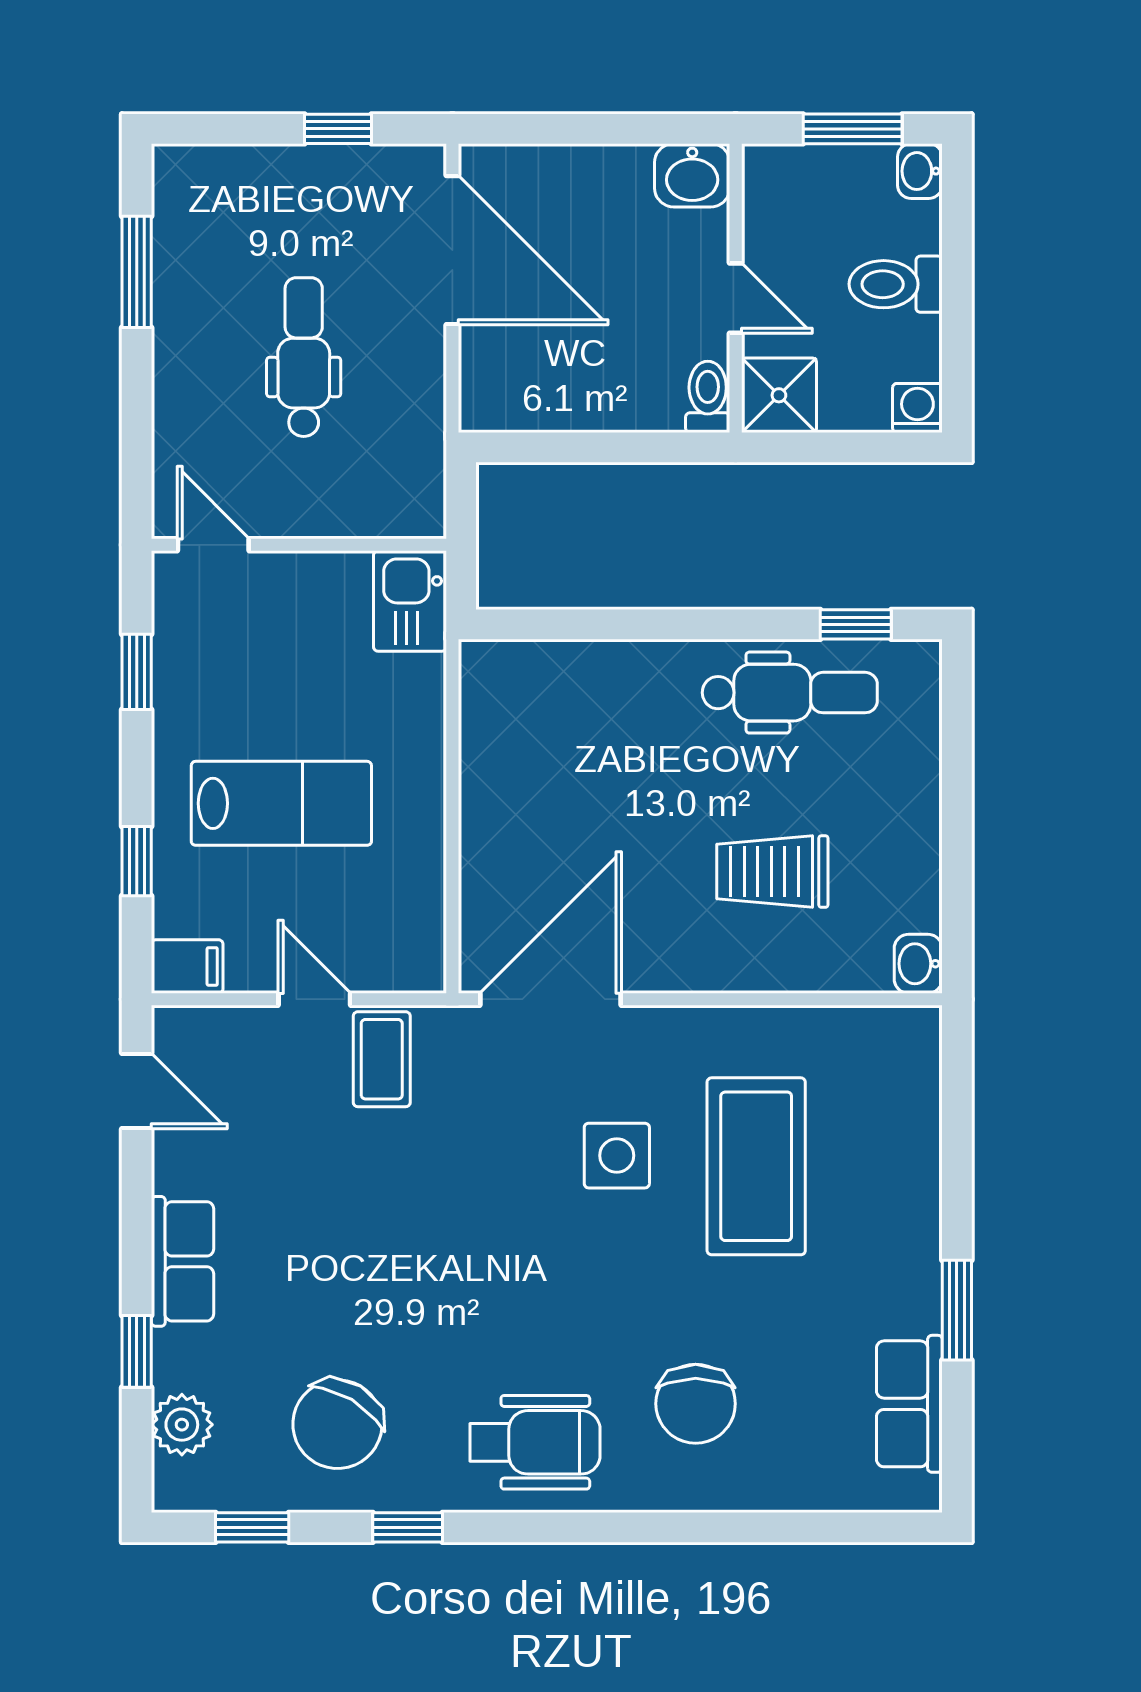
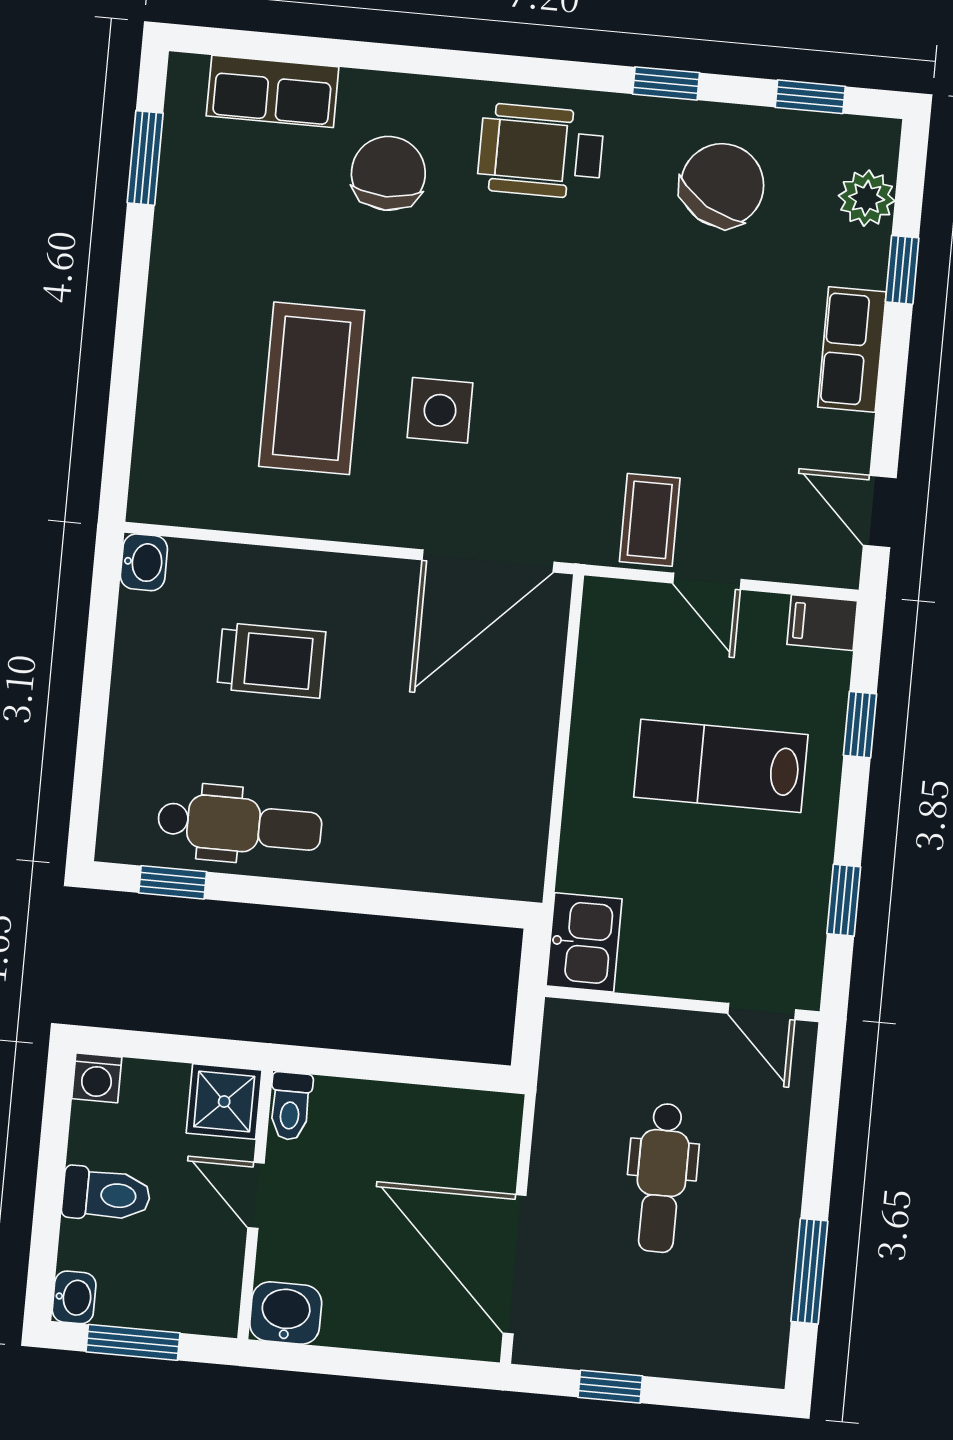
dental chair: (790, 693) -> (240, 825), turned 180
window: (957, 1310) -> (145, 158), moved
row of seats: (909, 1404) -> (273, 91), moved, turned 90

